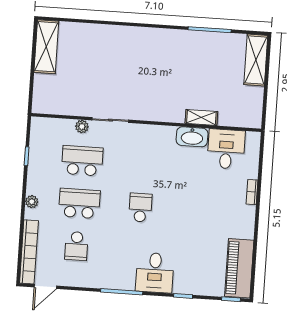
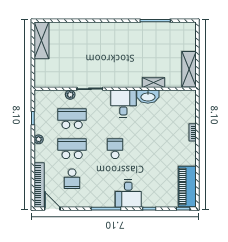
shelving: (256, 60) -> (189, 69), moved
desk: (226, 149) -> (123, 104), moved
plant: (32, 202) -> (39, 139), moved
door: (45, 287) -> (52, 209), swing flipped

